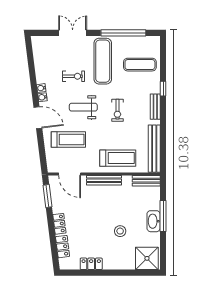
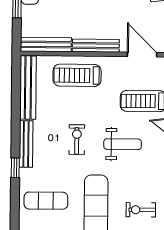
exercise bike: (74, 76) -> (141, 210), moved
bench: (155, 107) -> (26, 144), width x1.36
bench: (146, 181) -> (46, 45), width x1.36

